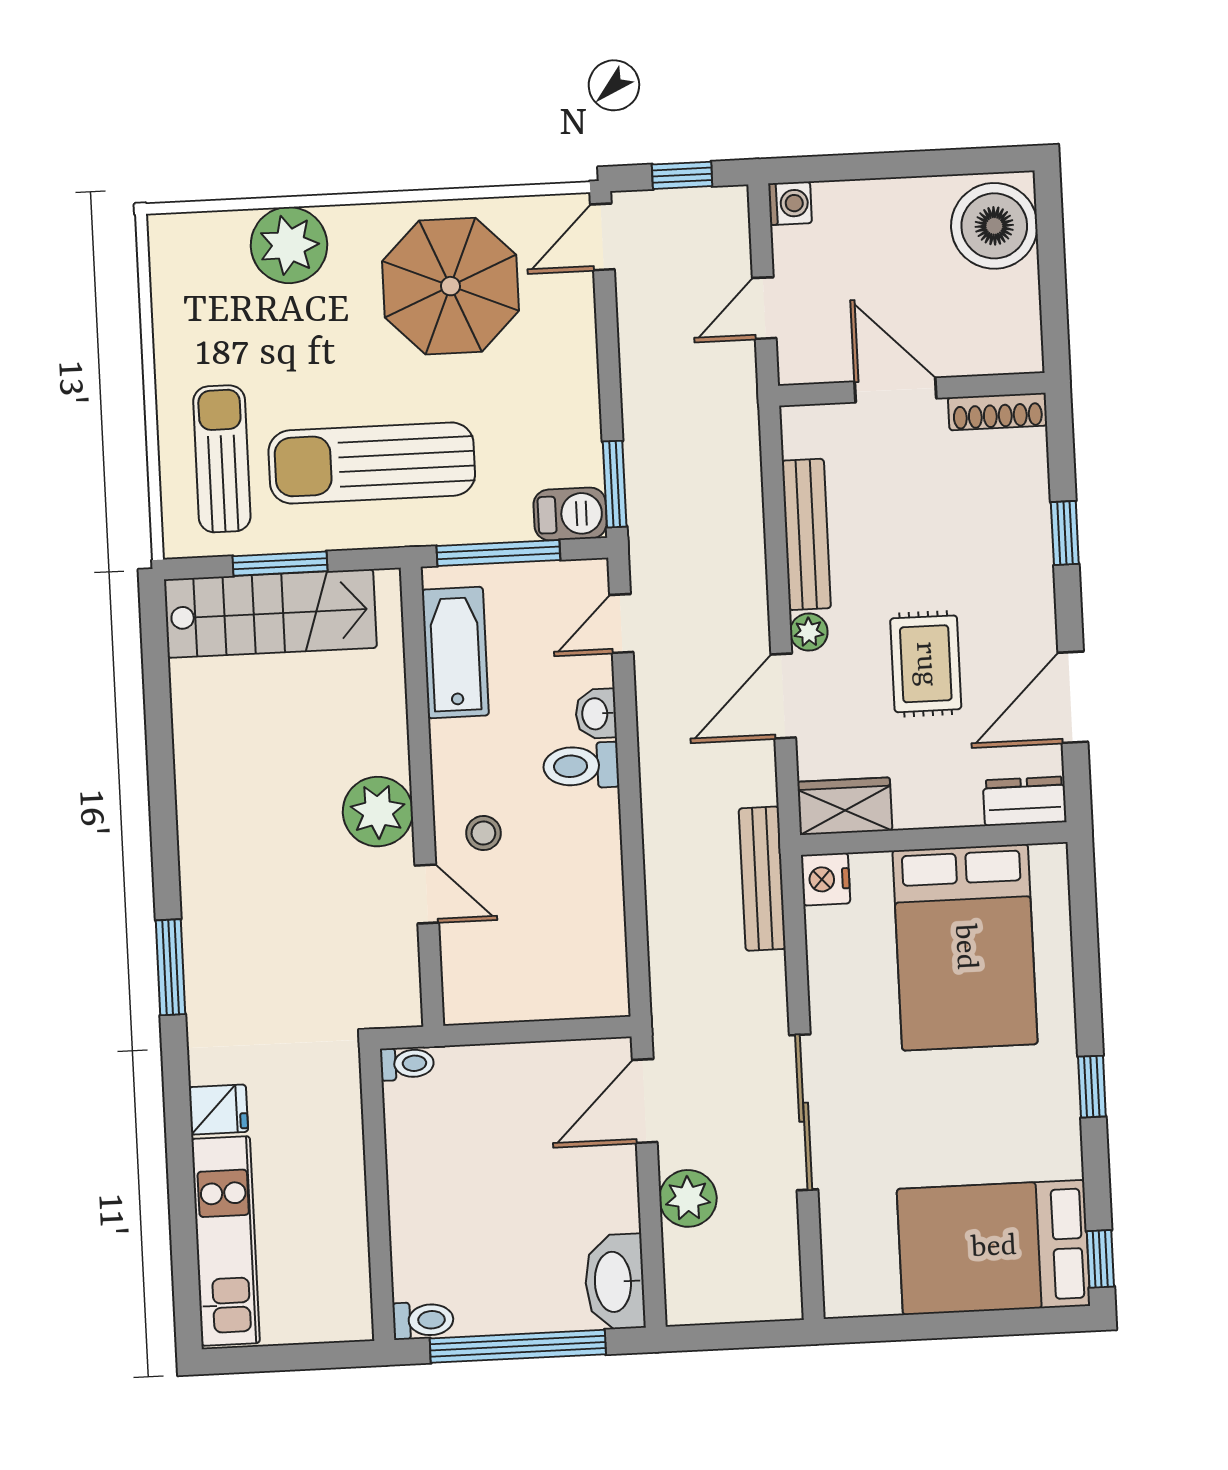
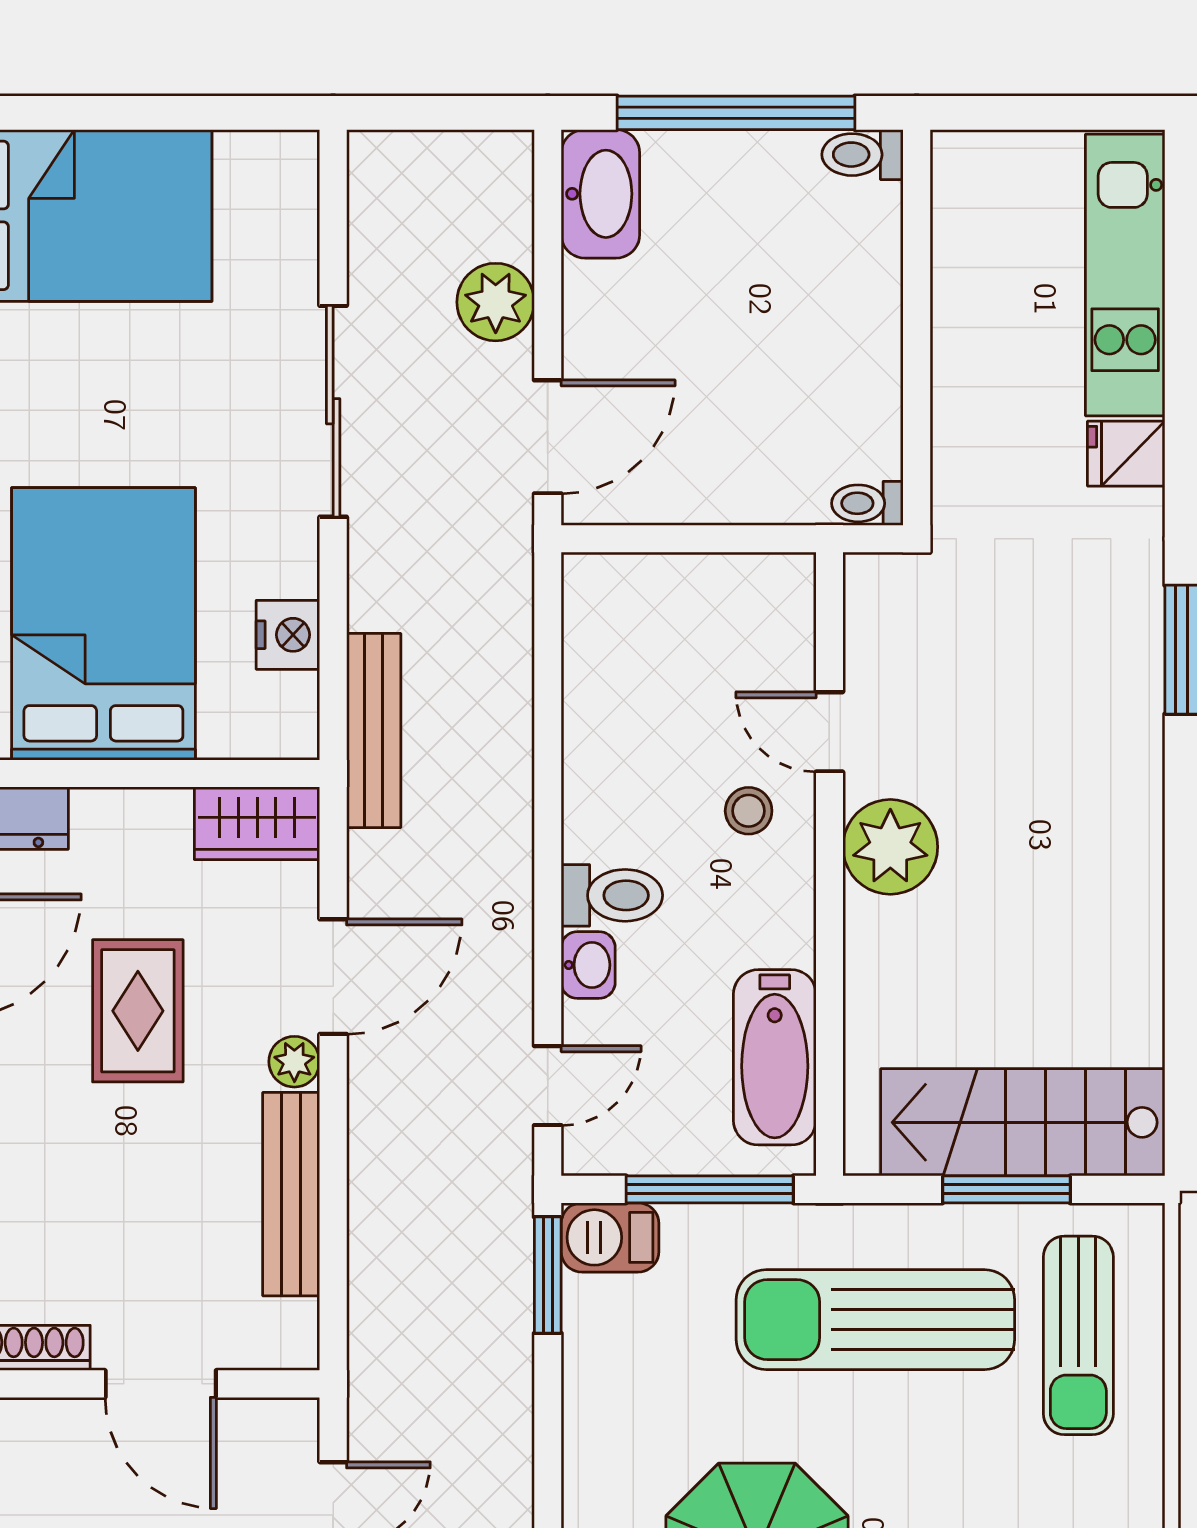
sun lounger: (372, 463) -> (875, 1320), turned 180
nightstand: (826, 879) -> (288, 635), moved

